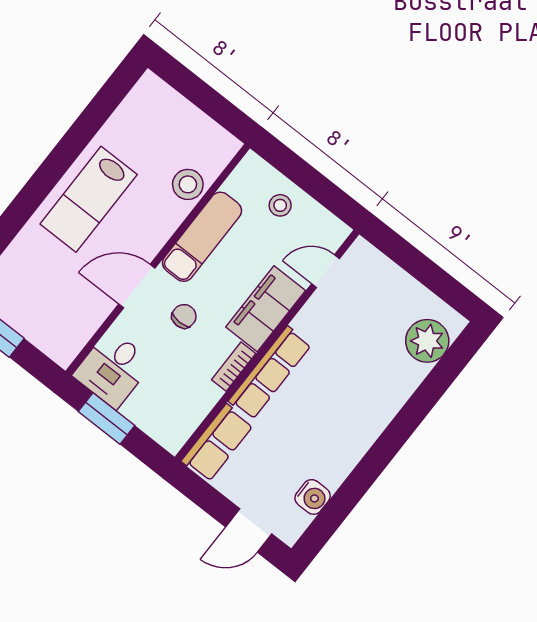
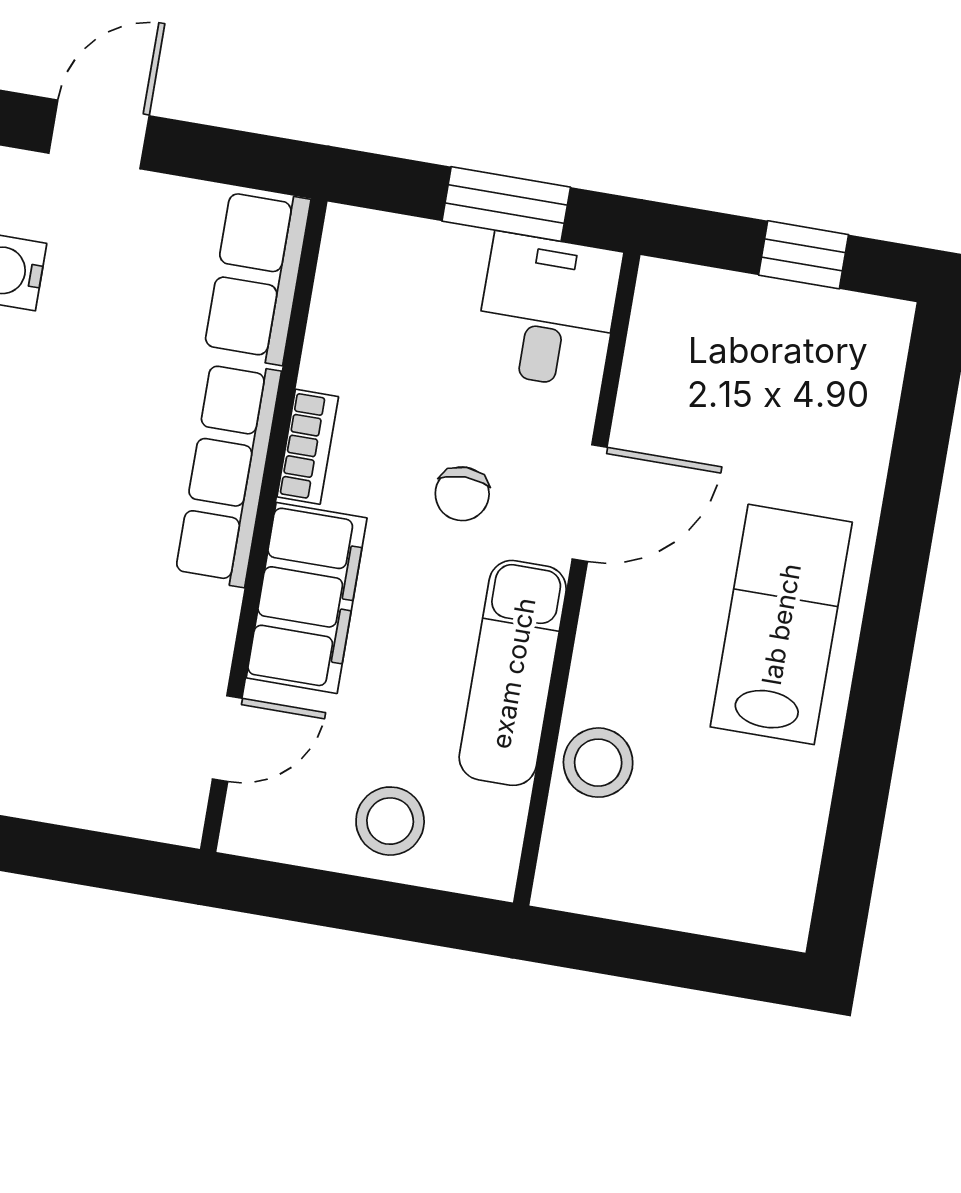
stool: (280, 205) -> (390, 821), width x1.37, depth x1.37

